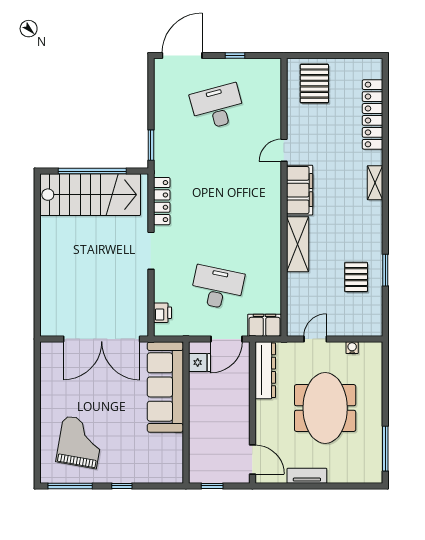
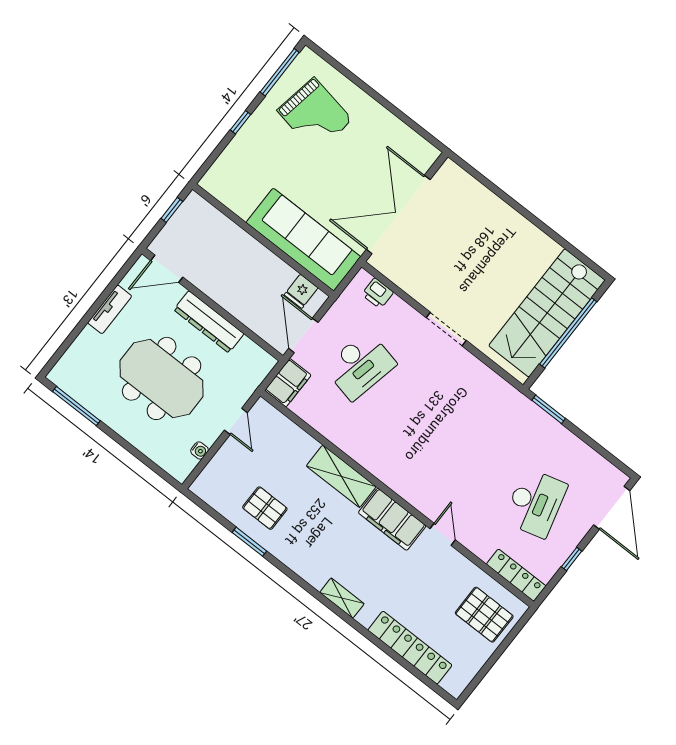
locker: (162, 201) -> (516, 575), moved, turned 180
dresser: (265, 370) -> (209, 322), moved

